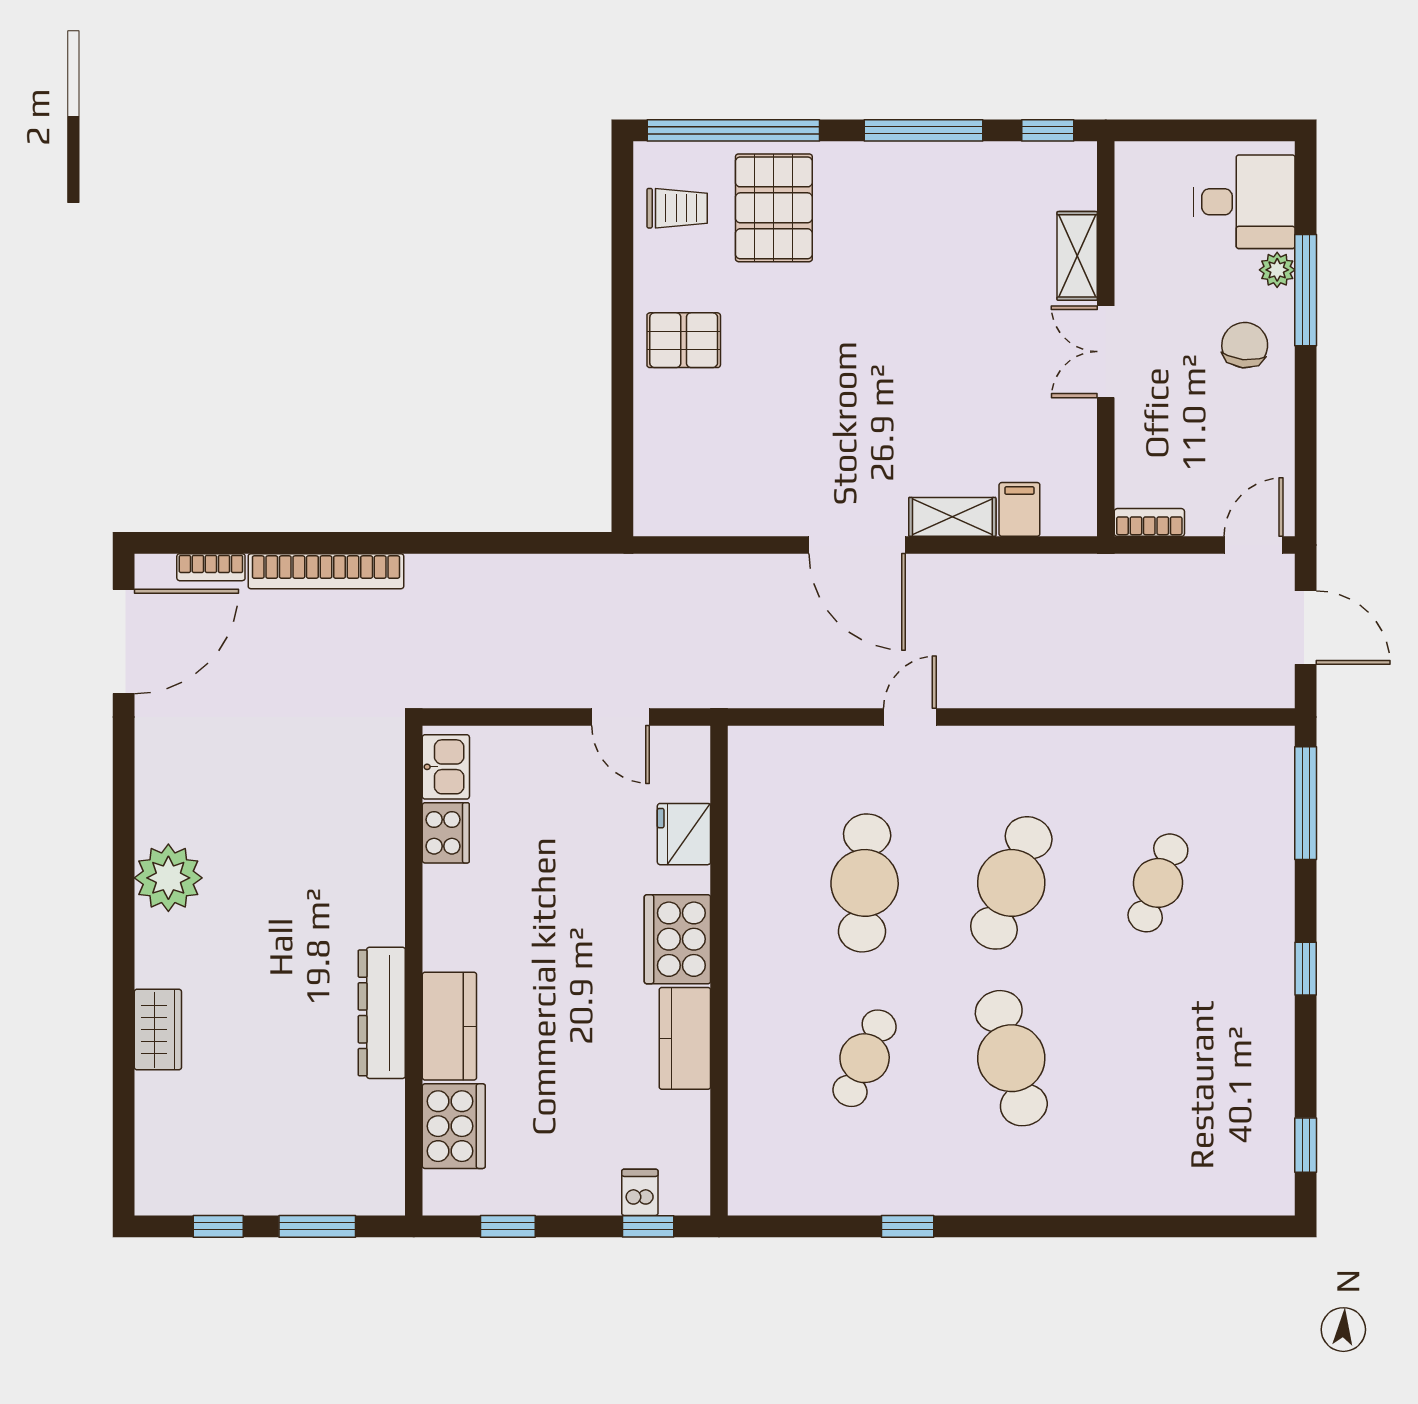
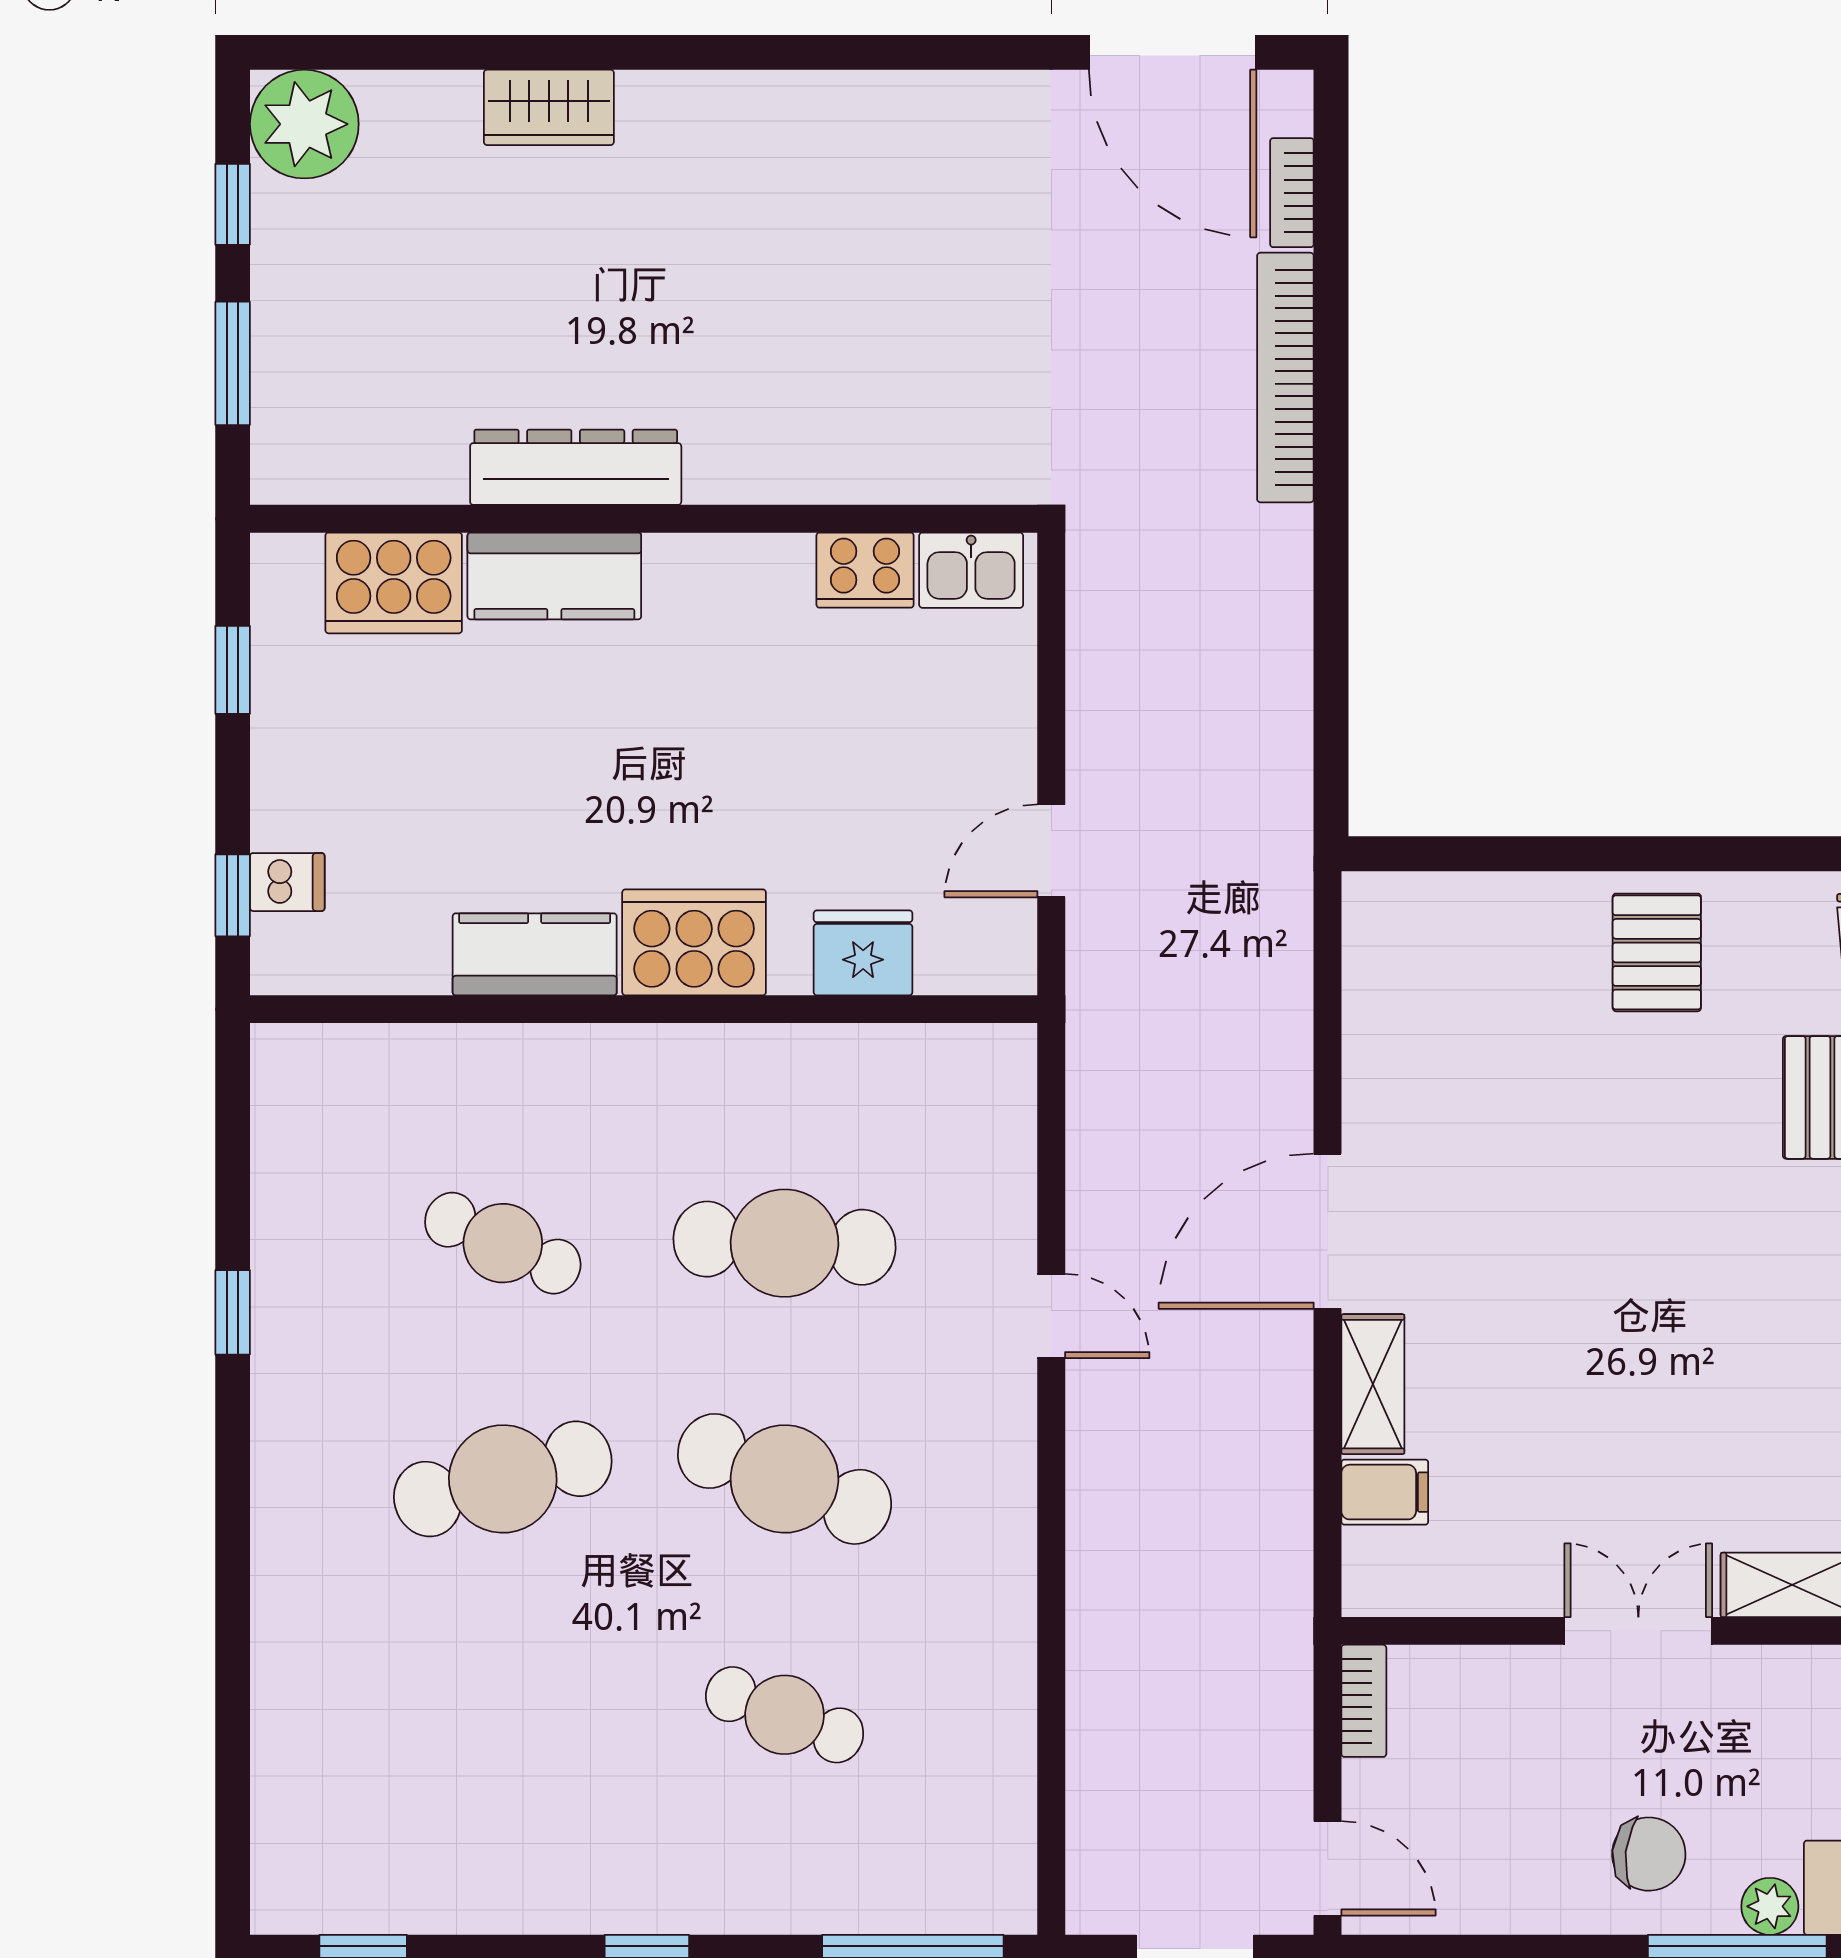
plant: (168, 878) -> (304, 124), moved

